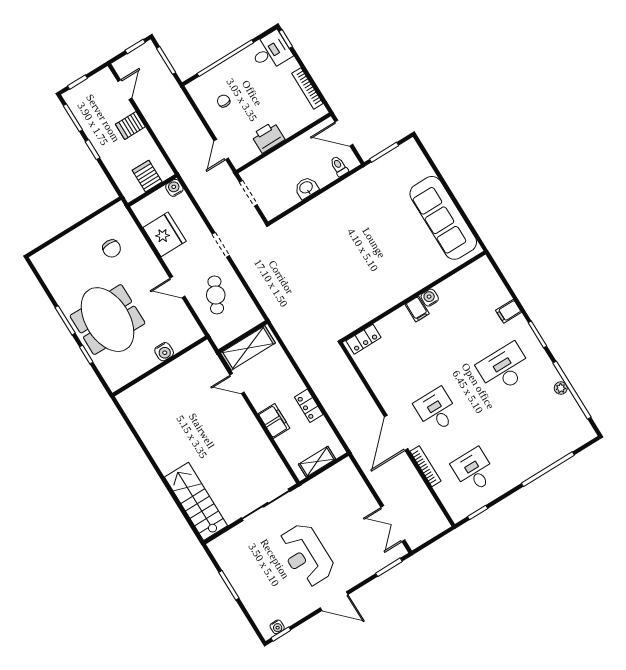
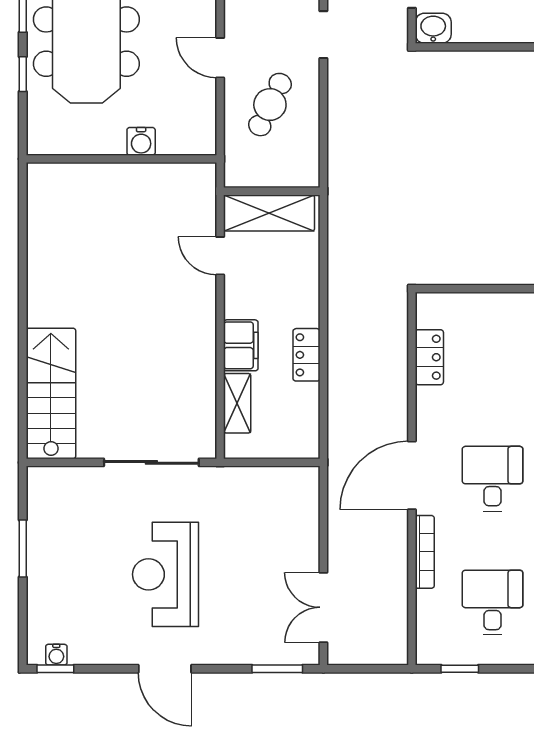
washbasin: (306, 188) -> (433, 28), moved
locker: (364, 339) -> (429, 357), moved, turned -90
shelving: (317, 462) -> (237, 403), moved, turned 90

